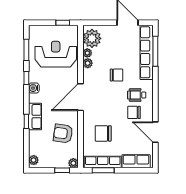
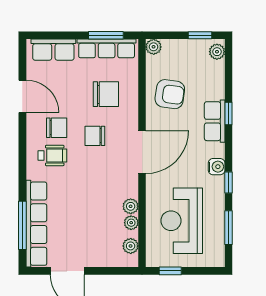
plant: (92, 38) -> (131, 246), width x0.53, depth x0.53
reception desk: (56, 54) -> (182, 221), turned 90
chair: (116, 75) -> (95, 136), moved
window: (62, 170) -> (200, 35), moved

